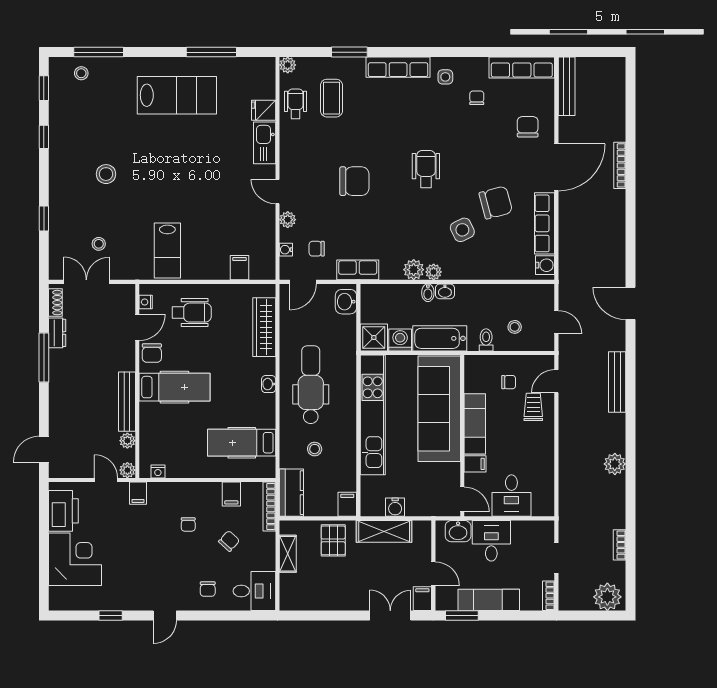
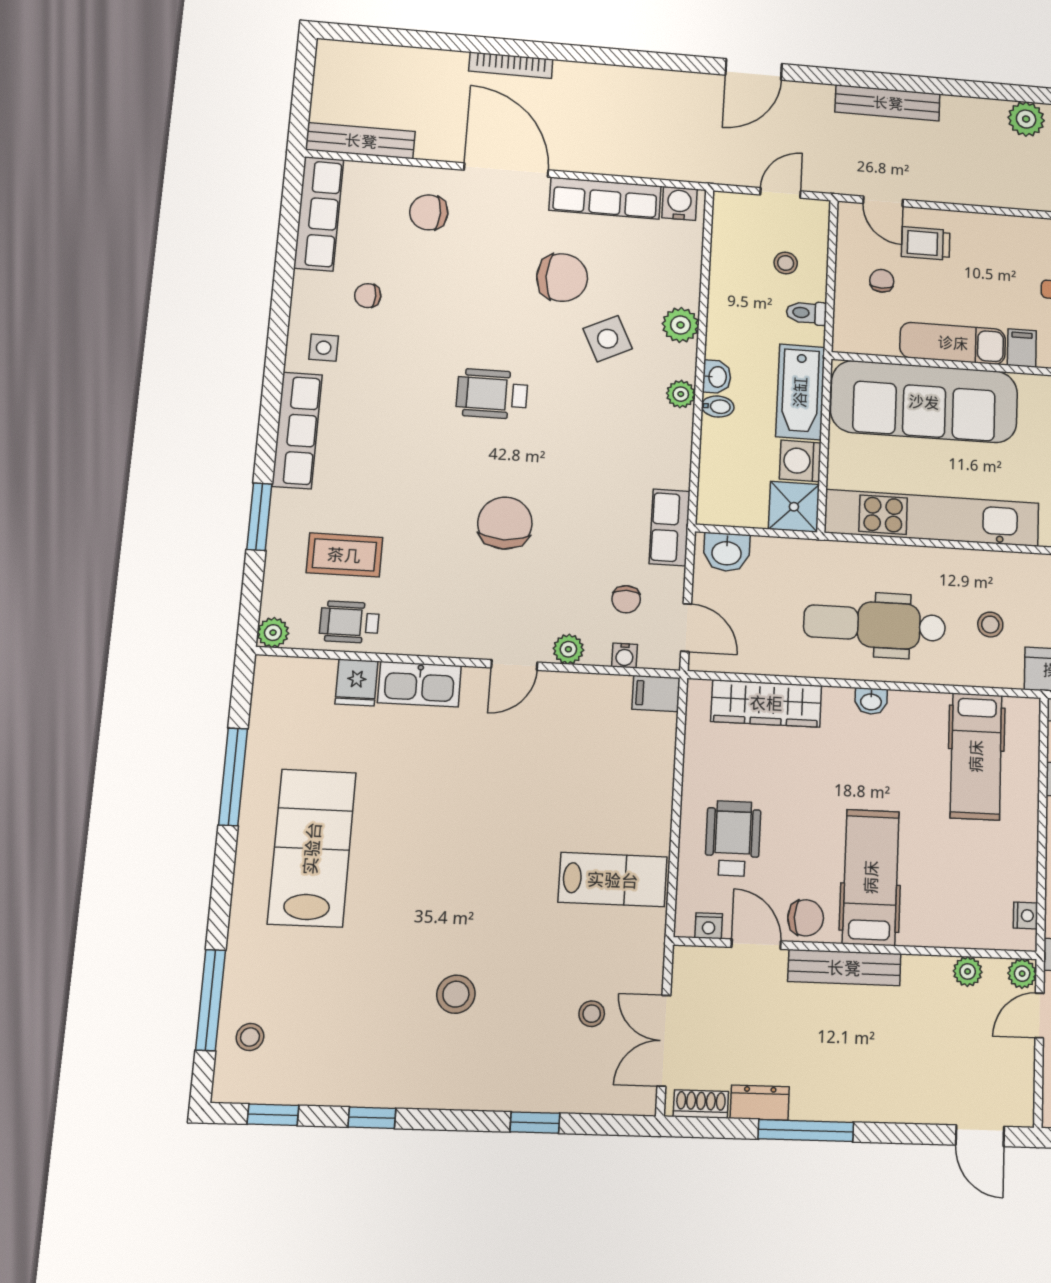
chair: (496, 203) -> (562, 278), turned 105
filing cabinet: (240, 268) -> (656, 694), moved
plant: (414, 270) -> (680, 325), moved
bench: (127, 402) -> (844, 968), moved

